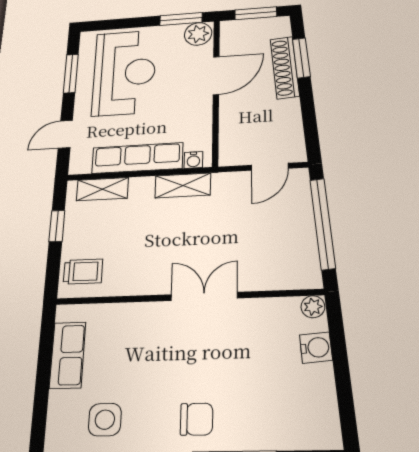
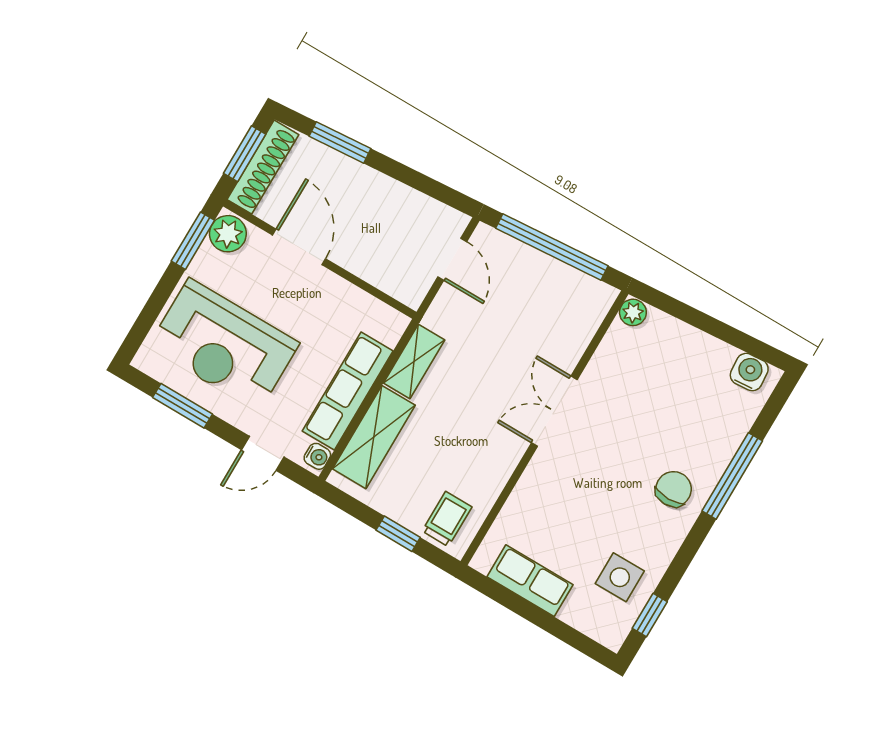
shoe rack: (285, 67) -> (263, 167), moved, turned -86
reception desk: (124, 73) -> (224, 345), turned 180
door: (65, 134) -> (263, 453), hinge flipped
water cooler: (193, 160) -> (317, 456), moved
shelving: (102, 189) -> (374, 437), width x1.50, depth x1.33
window: (57, 226) -> (398, 534), moved
water cooler: (316, 348) -> (749, 372), moved

